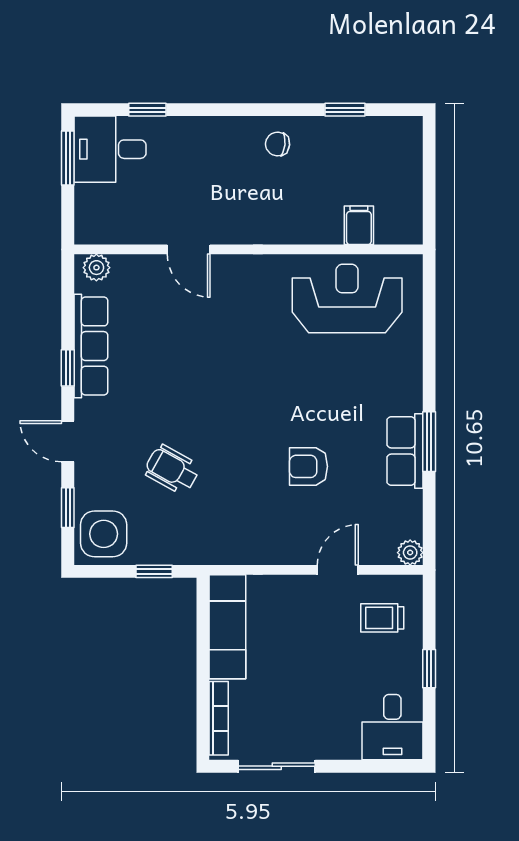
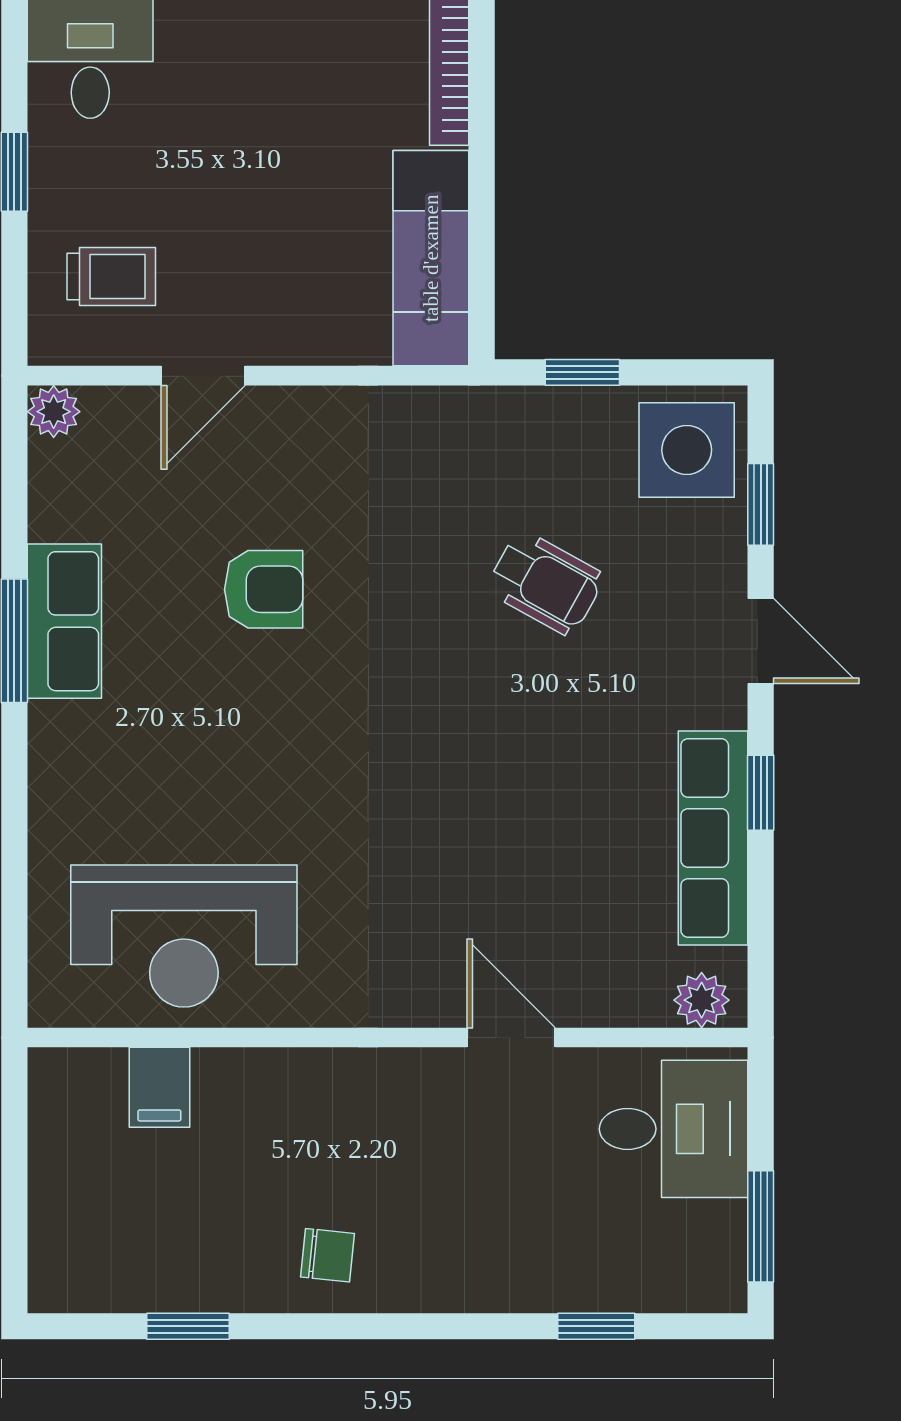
desk: (110, 149) -> (674, 1129), moved

